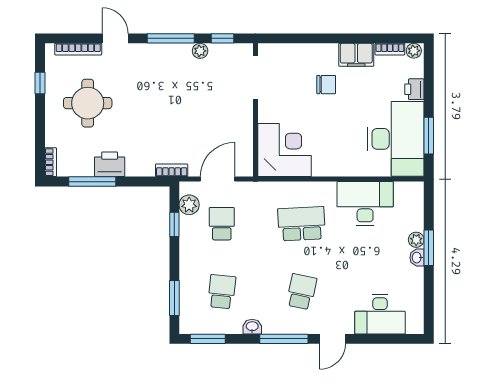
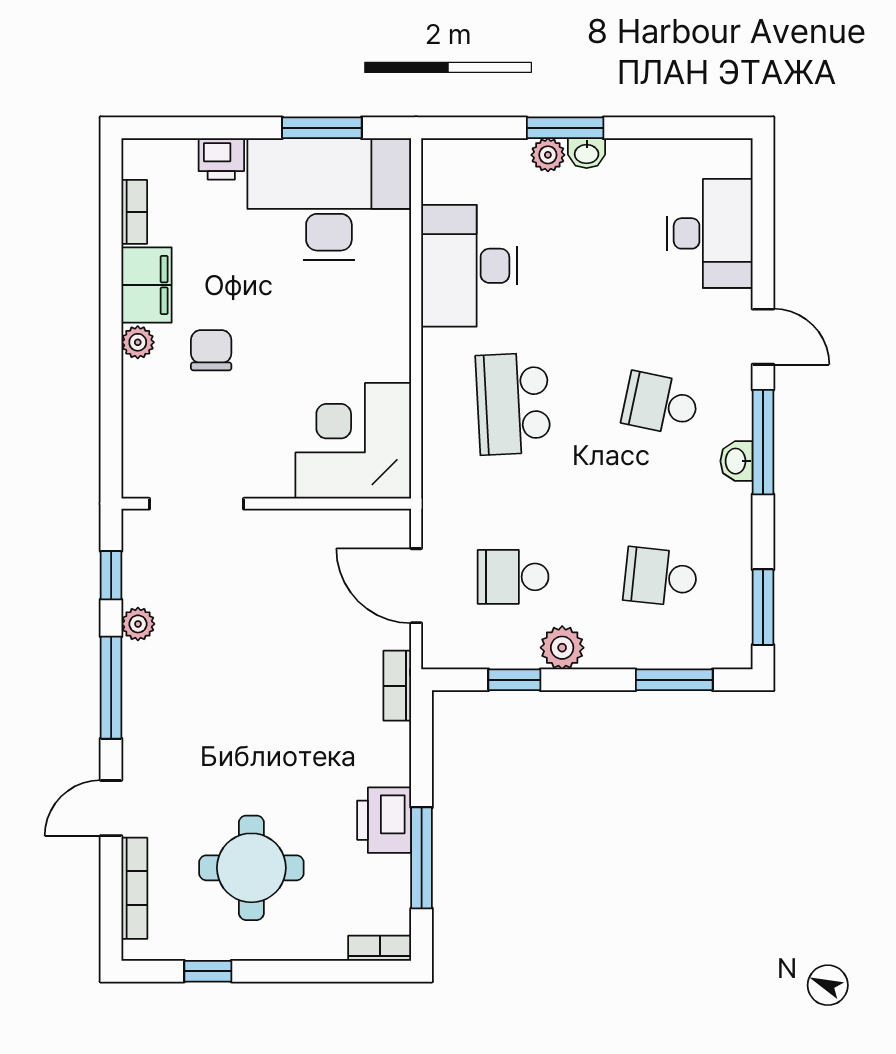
plant: (414, 51) -> (138, 342), moved
plant: (189, 205) -> (562, 648), moved
washbasin: (252, 327) -> (736, 461), moved

